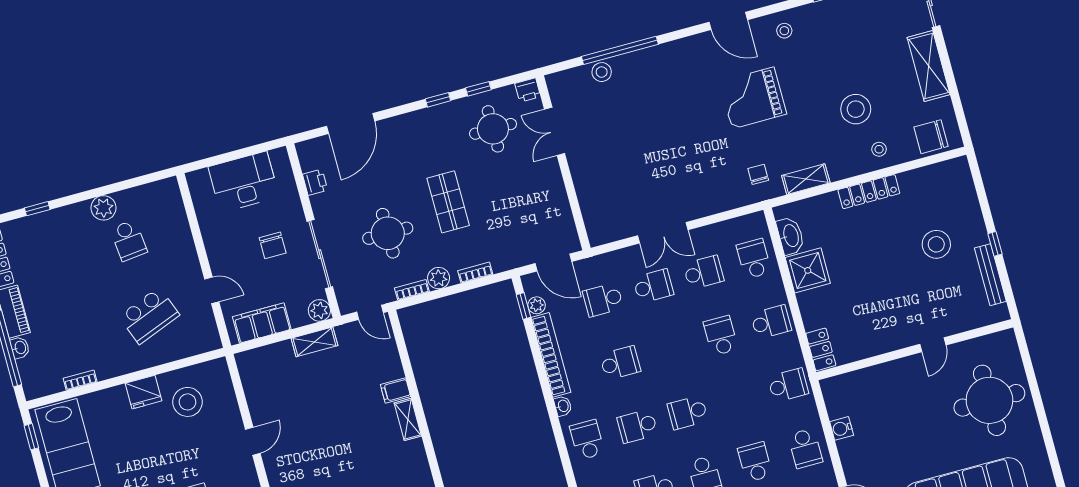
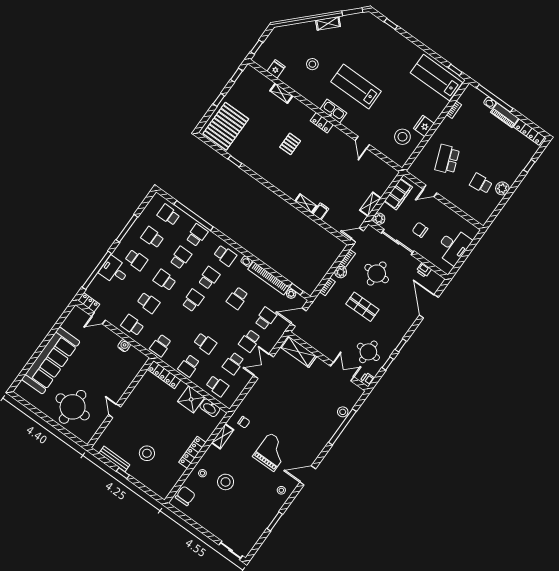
shelving: (929, 66) -> (298, 352), moved
locker: (821, 349) -> (164, 375), width x1.53

